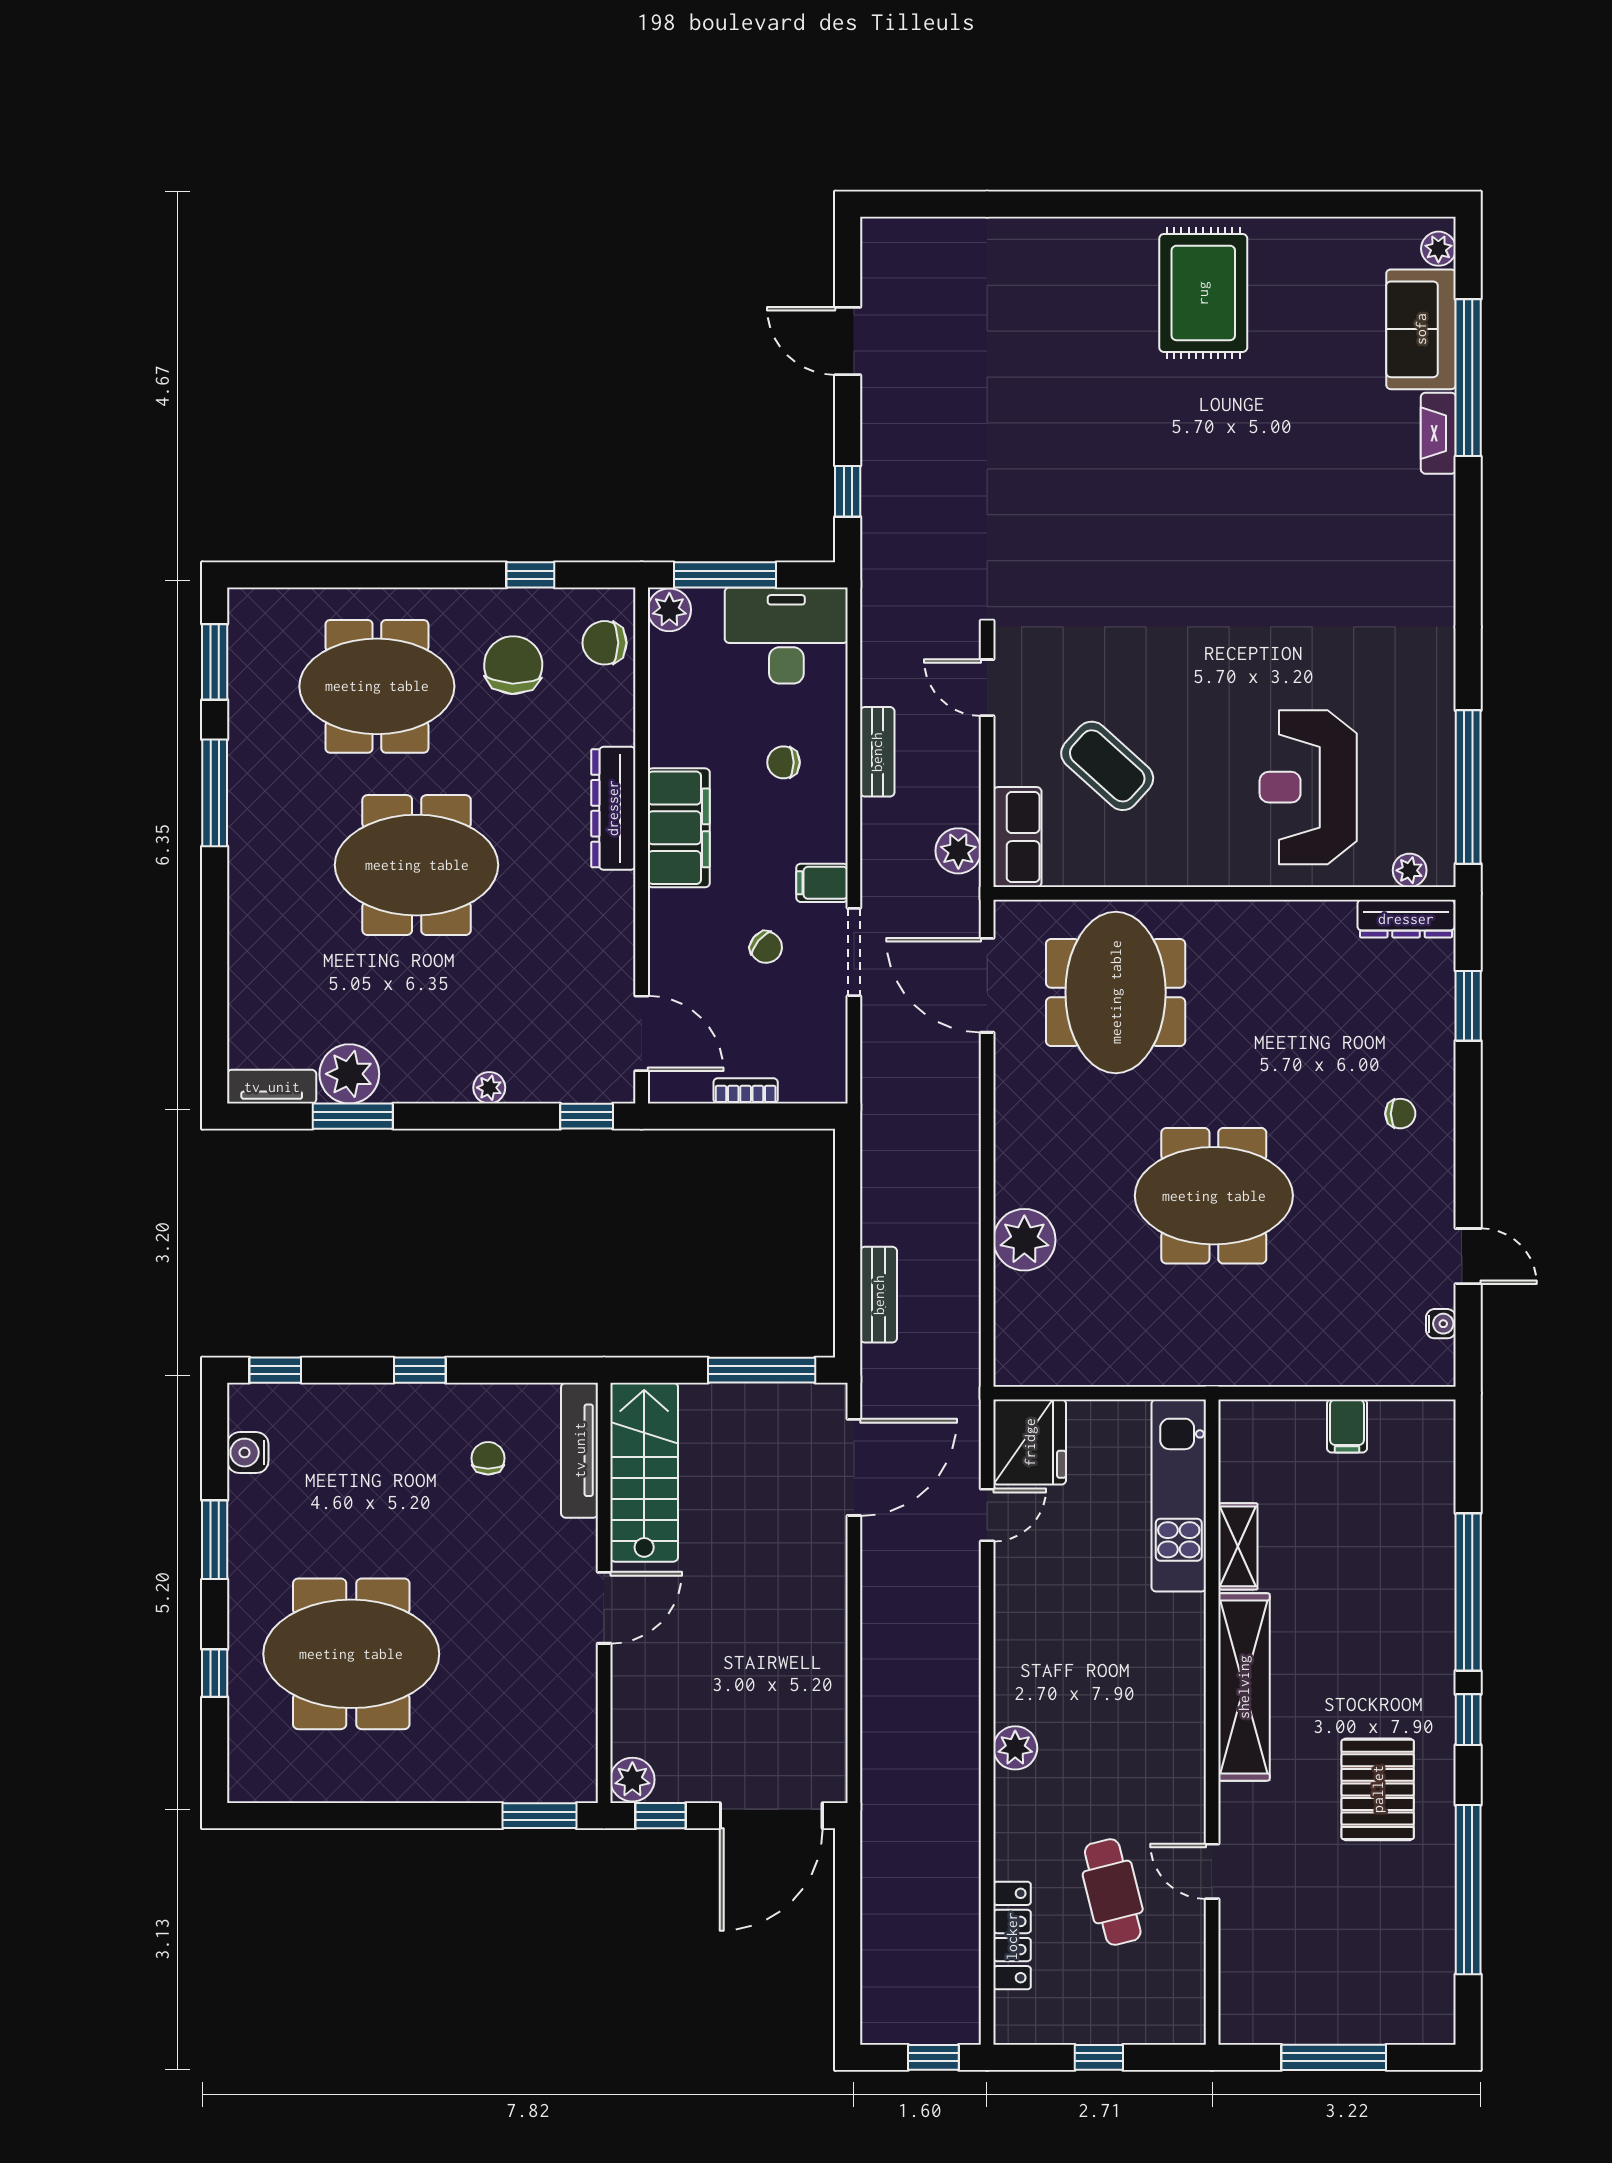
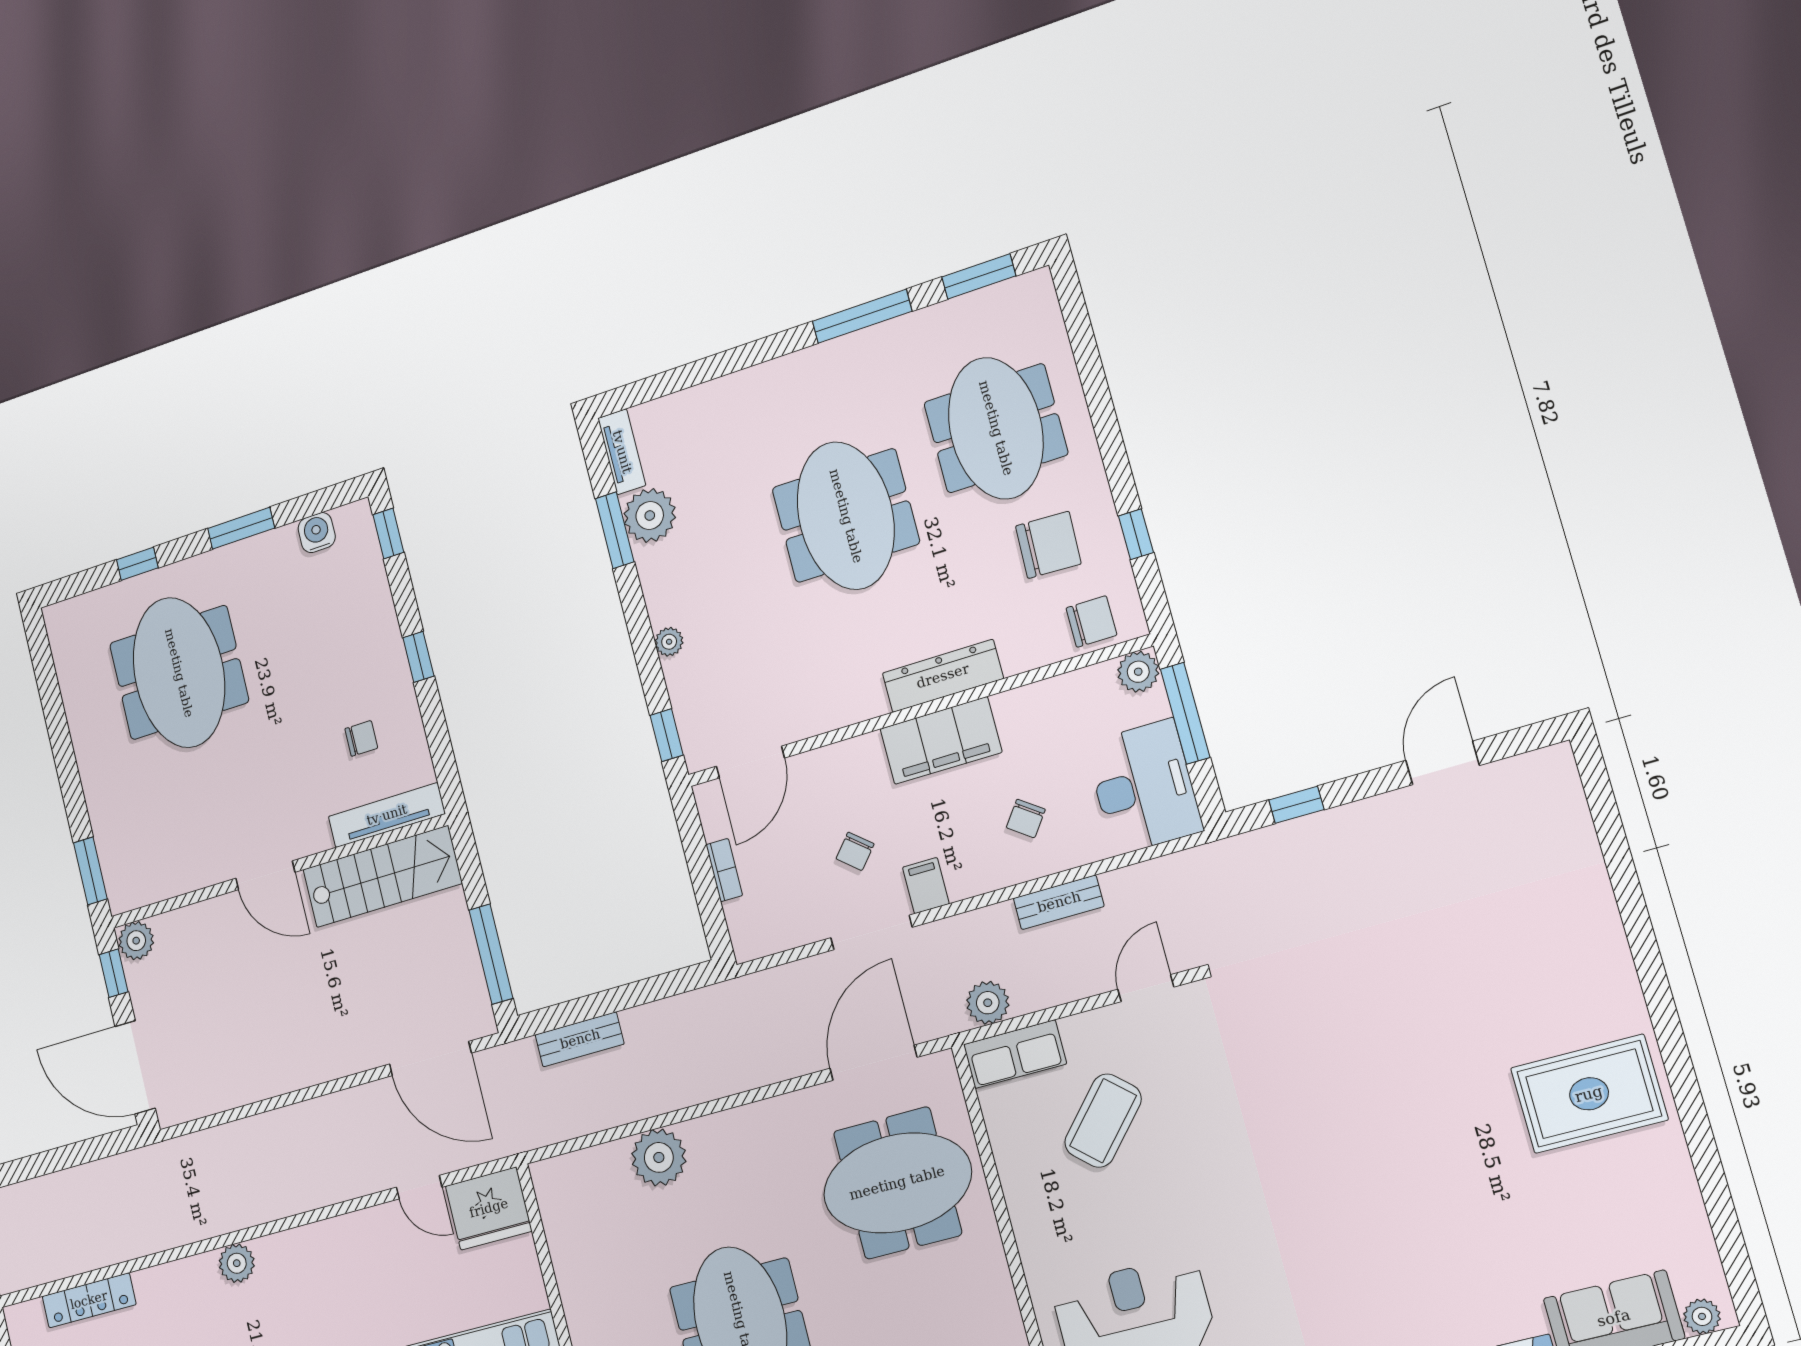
chair: (604, 643) -> (1091, 622), turned 90
chair: (783, 762) -> (1026, 819), turned -144

